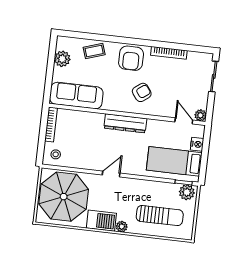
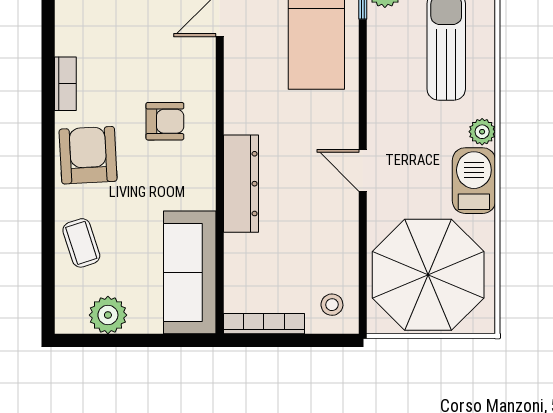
bookcase: (169, 53) -> (65, 84), width x0.64
armchair: (131, 58) -> (88, 155), turned -93
armchair: (142, 92) -> (165, 121), turned 127
dresser: (125, 123) -> (241, 184), moved

